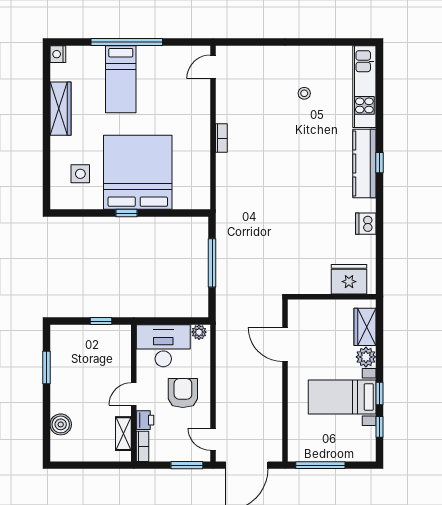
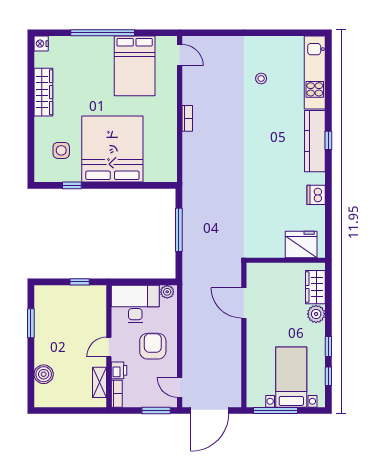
door: (213, 67) -> (180, 55), swing flipped
bed: (121, 79) -> (135, 66), moved, width x1.50
window: (127, 213) -> (72, 185), moved
bed with nightstands: (342, 397) -> (291, 377), moved, turned 90

